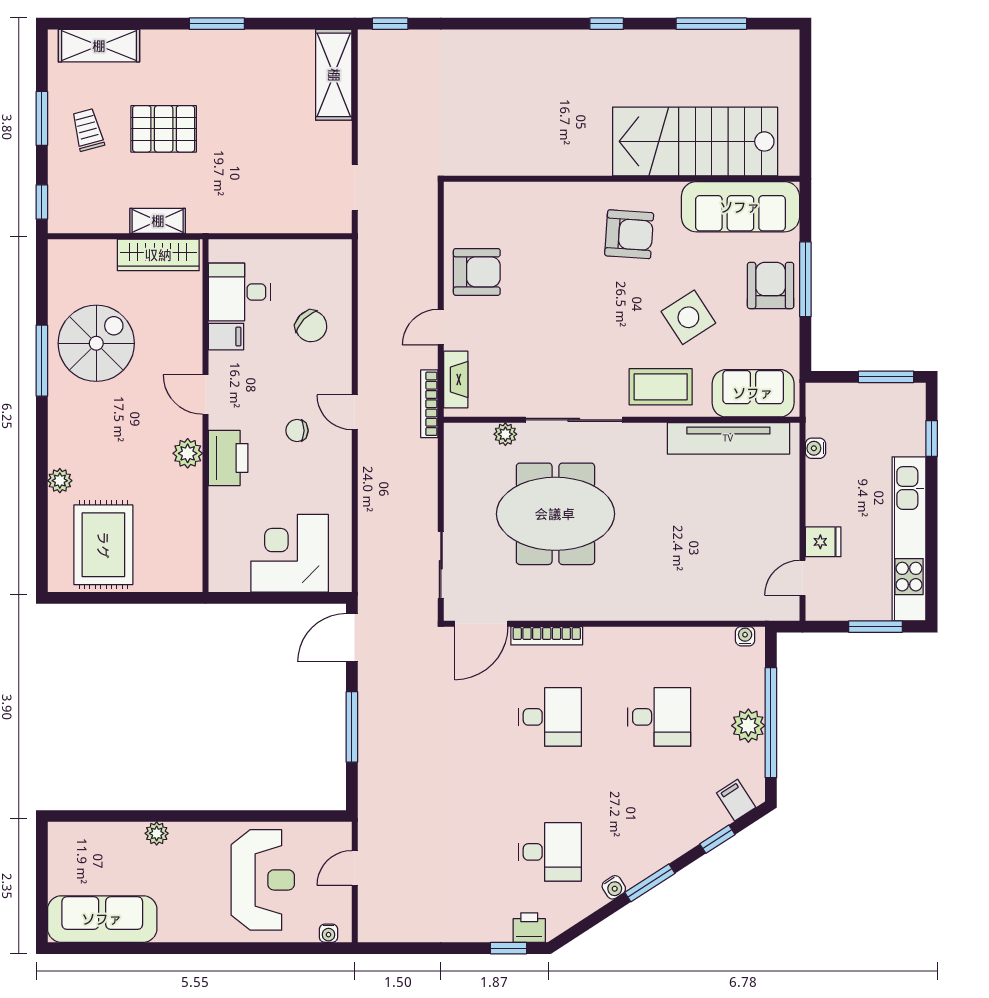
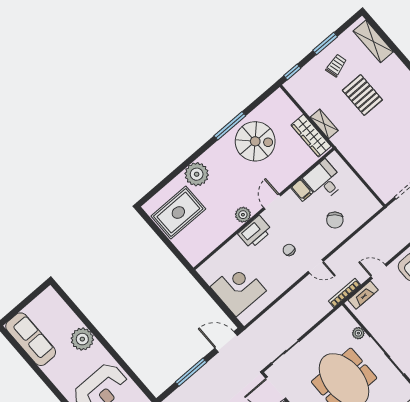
door: (355, 412) -> (316, 266), swing flipped
plant: (60, 481) -> (197, 174), width x1.88, depth x1.88
plant: (157, 833) -> (82, 339), width x1.88, depth x1.88

